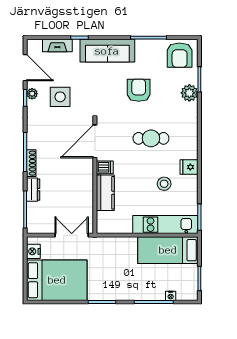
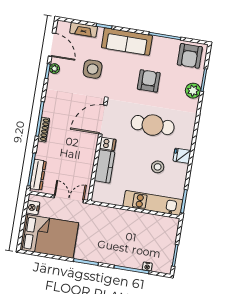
side table: (60, 97) -> (93, 69), moved
cafe table: (151, 138) -> (153, 125), width x1.37, depth x1.35
dresser: (33, 190) -> (38, 175), moved, width x1.44
bed: (168, 250) -> (151, 226), removed

